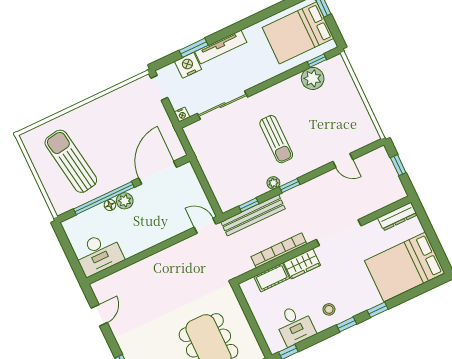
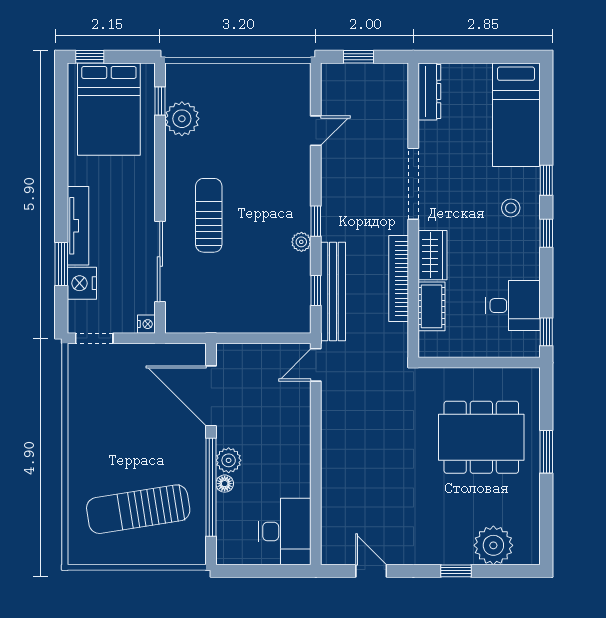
sun lounger: (276, 139) -> (209, 215), moved, turned -90
bed: (405, 267) -> (516, 115), width x0.67
stool: (329, 309) -> (511, 208), moved

